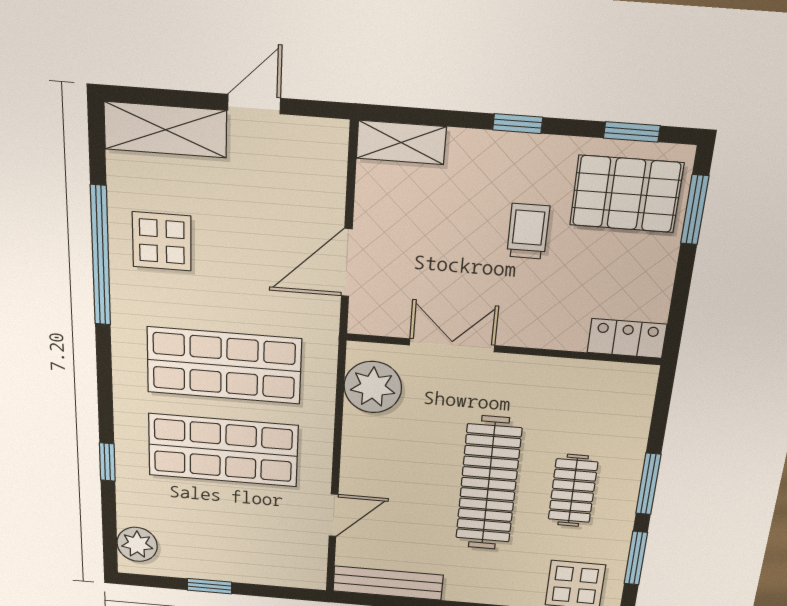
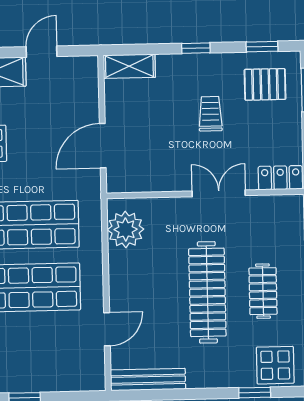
pallet: (626, 194) -> (265, 84), width x0.67, depth x0.71
double door: (452, 345) -> (219, 193), moved

